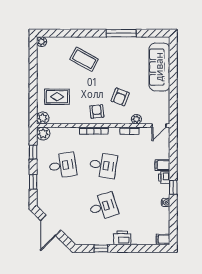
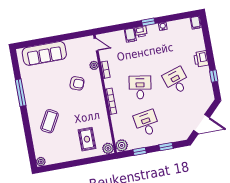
armchair: (97, 111) -> (94, 102), removed

